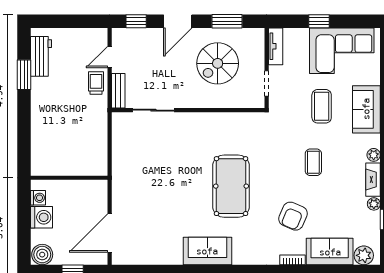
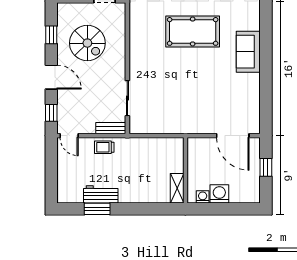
window: (227, 21) -> (51, 35), width x0.67
workbench: (41, 56) -> (101, 194), moved
door: (110, 57) -> (69, 136), moved
shelving: (48, 168) -> (177, 188), added
boiler: (42, 255) -> (251, 193), removed

